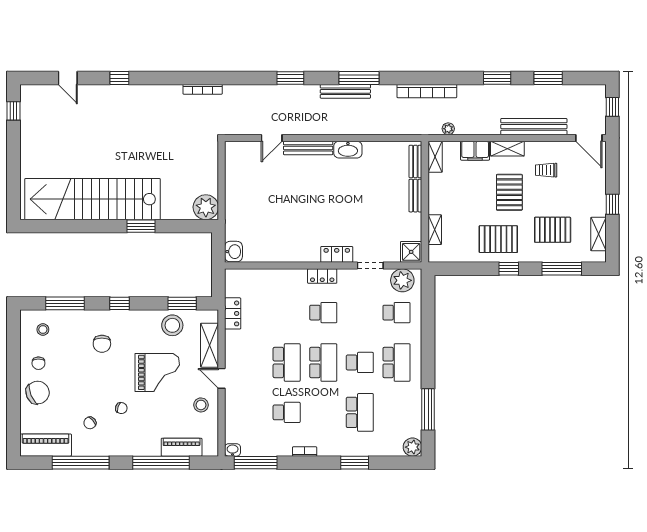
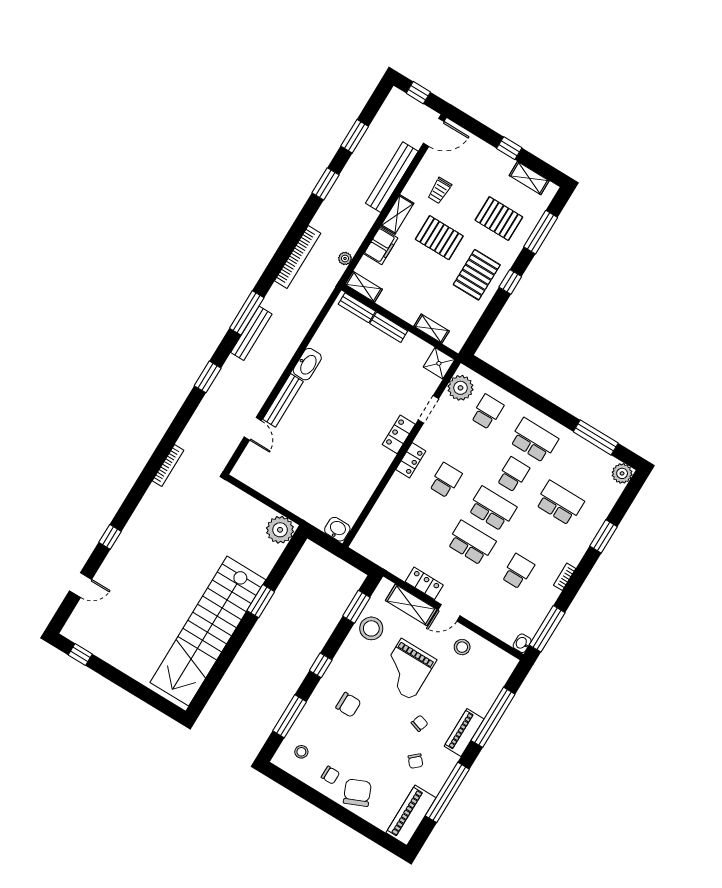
pallet: (553, 230) -> (499, 219), turned 90
locker: (233, 313) -> (424, 583), moved
grand piano: (157, 372) -> (407, 669), turned 180
piano: (182, 447) -> (464, 733), moved

